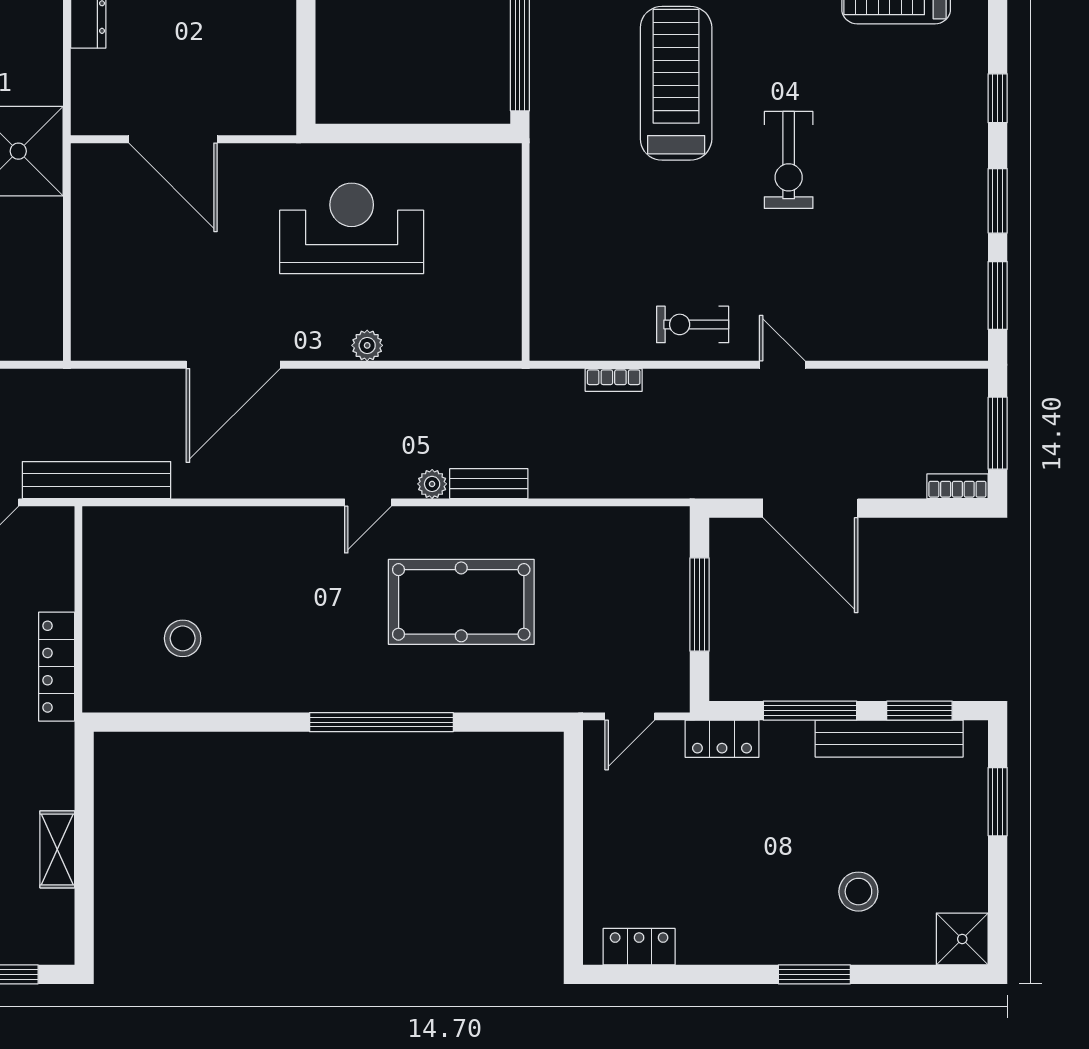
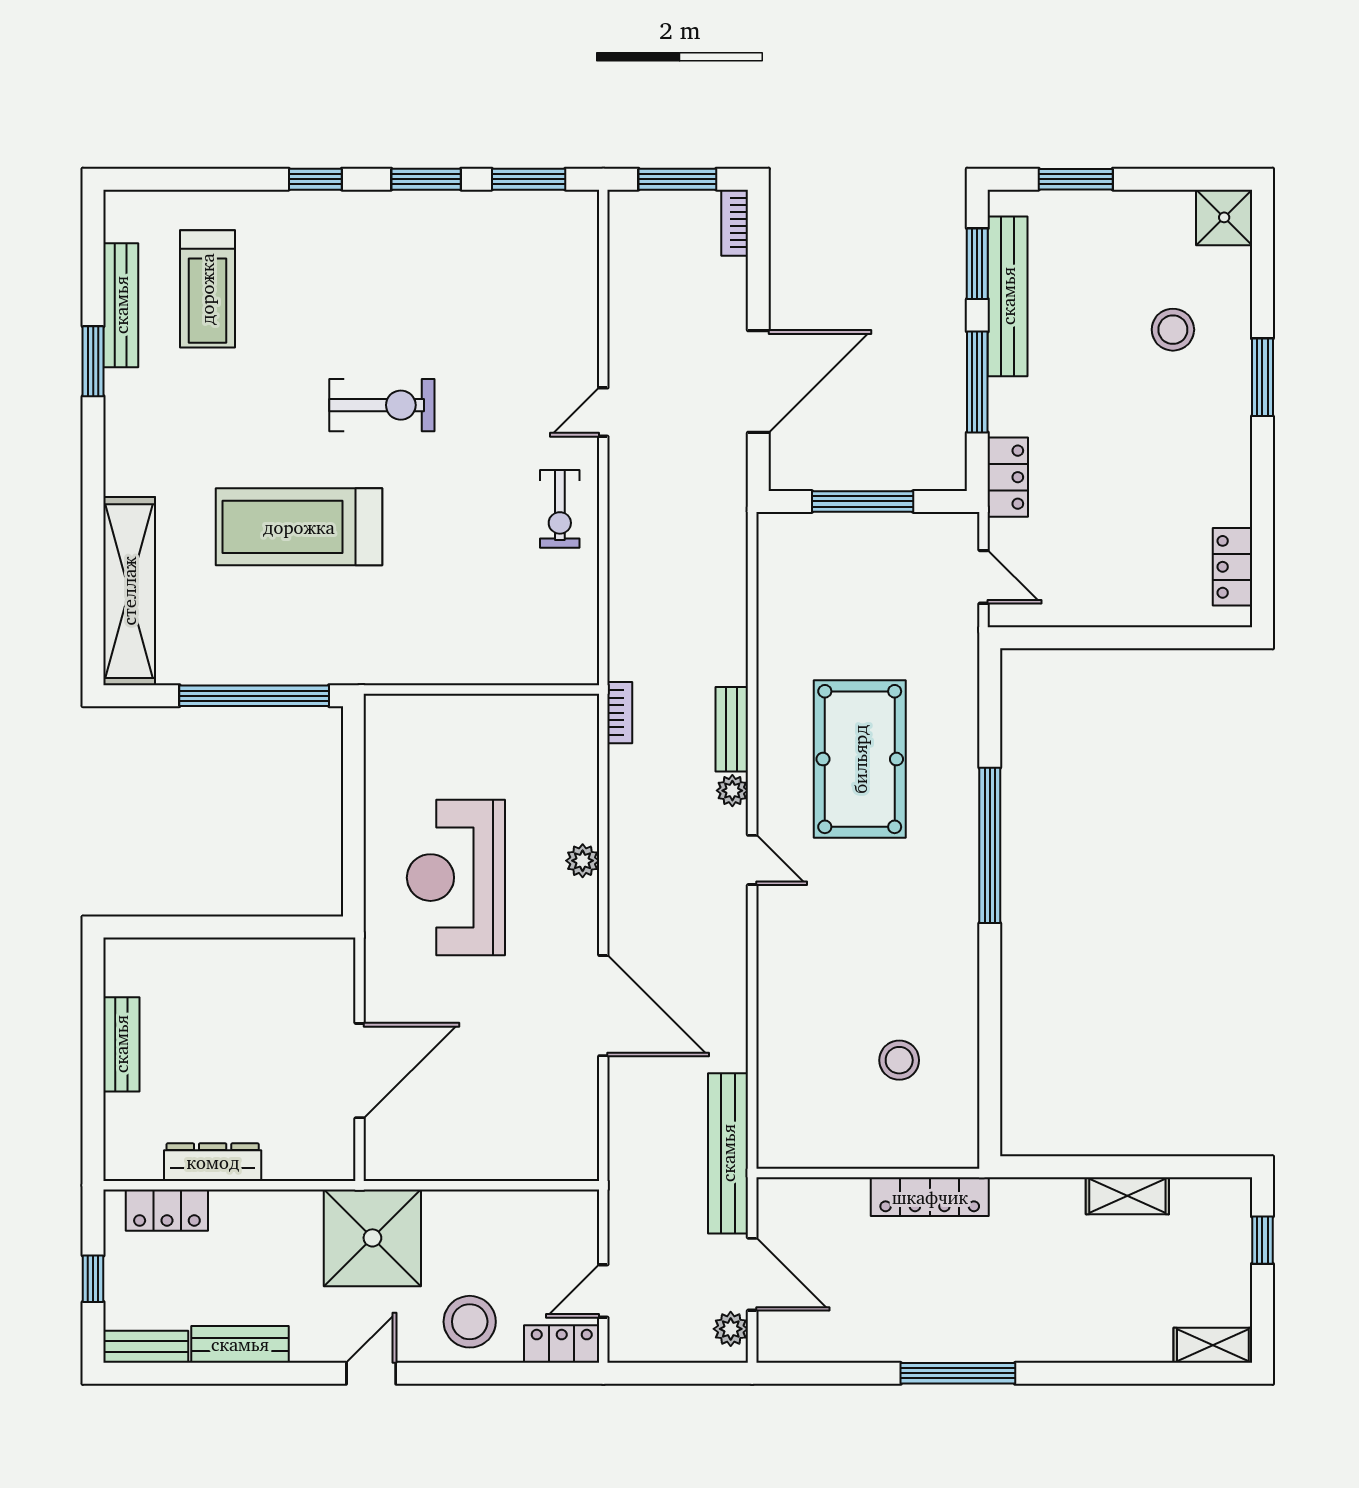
bookcase: (614, 380) -> (620, 713), moved

